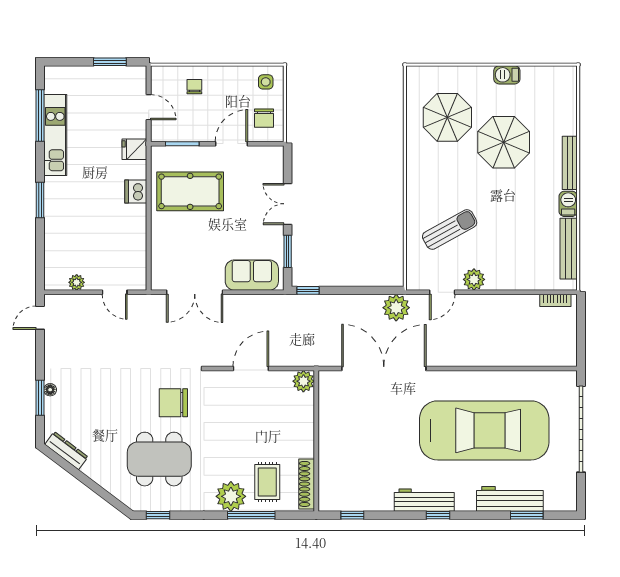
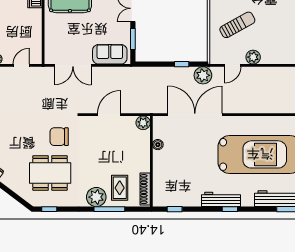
window: (308, 290) -> (182, 64), moved
door: (115, 292) -> (21, 65), swing flipped
boiler: (326, 415) -> (158, 145), added

